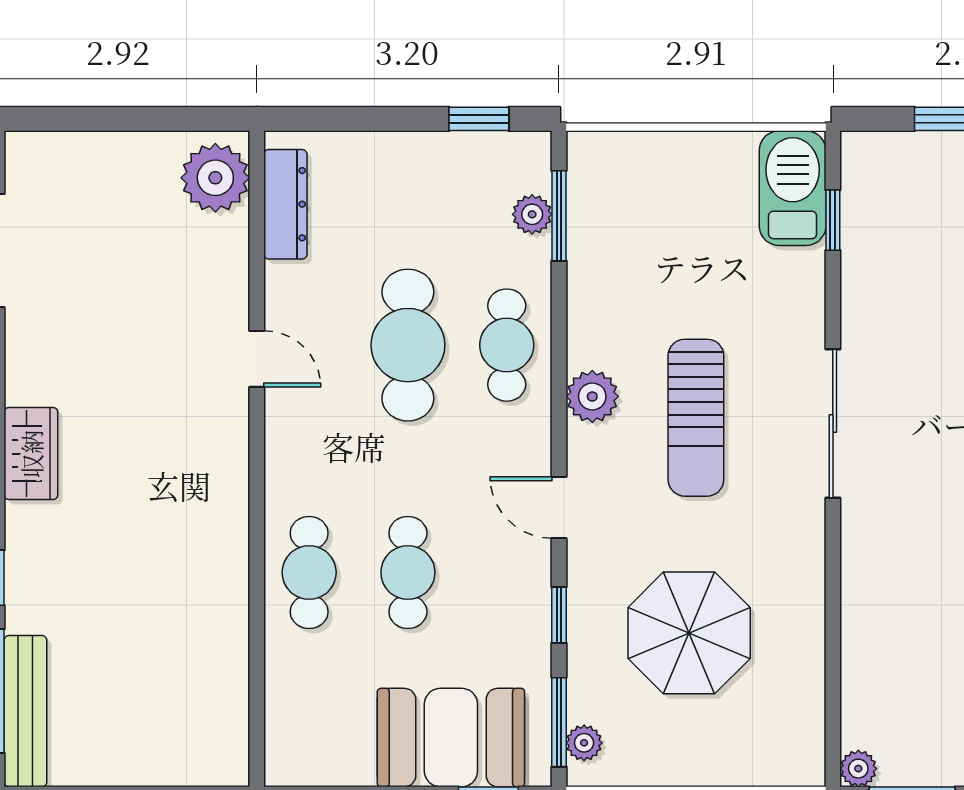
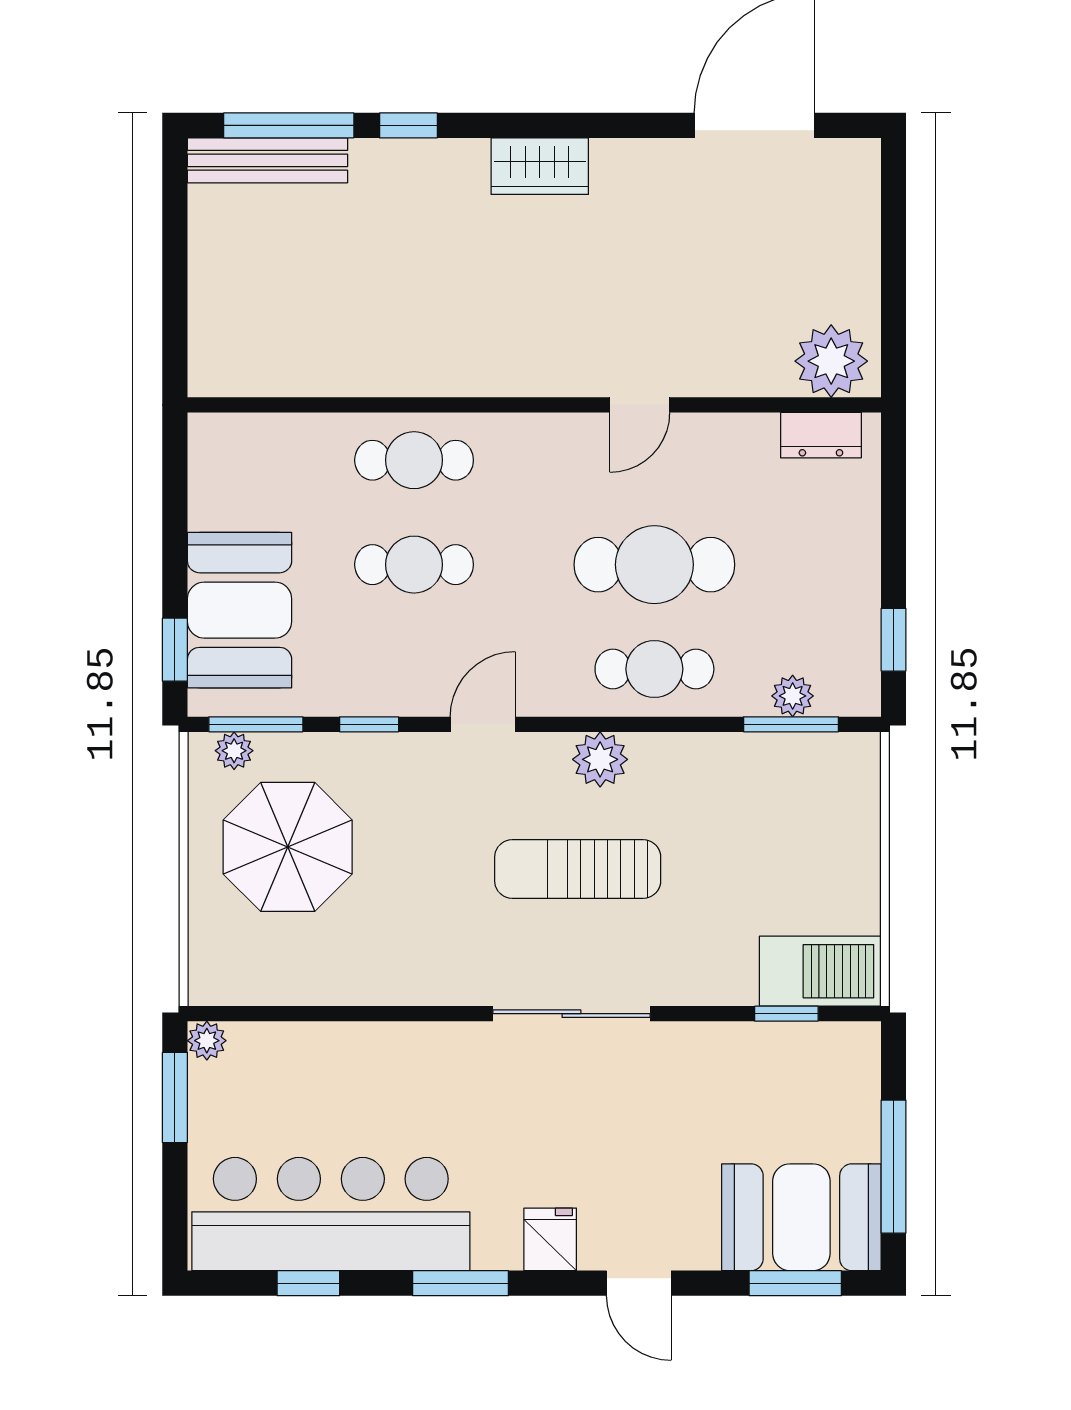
dresser: (285, 204) -> (821, 435), width x0.70
parasol: (689, 633) -> (288, 847), moved

